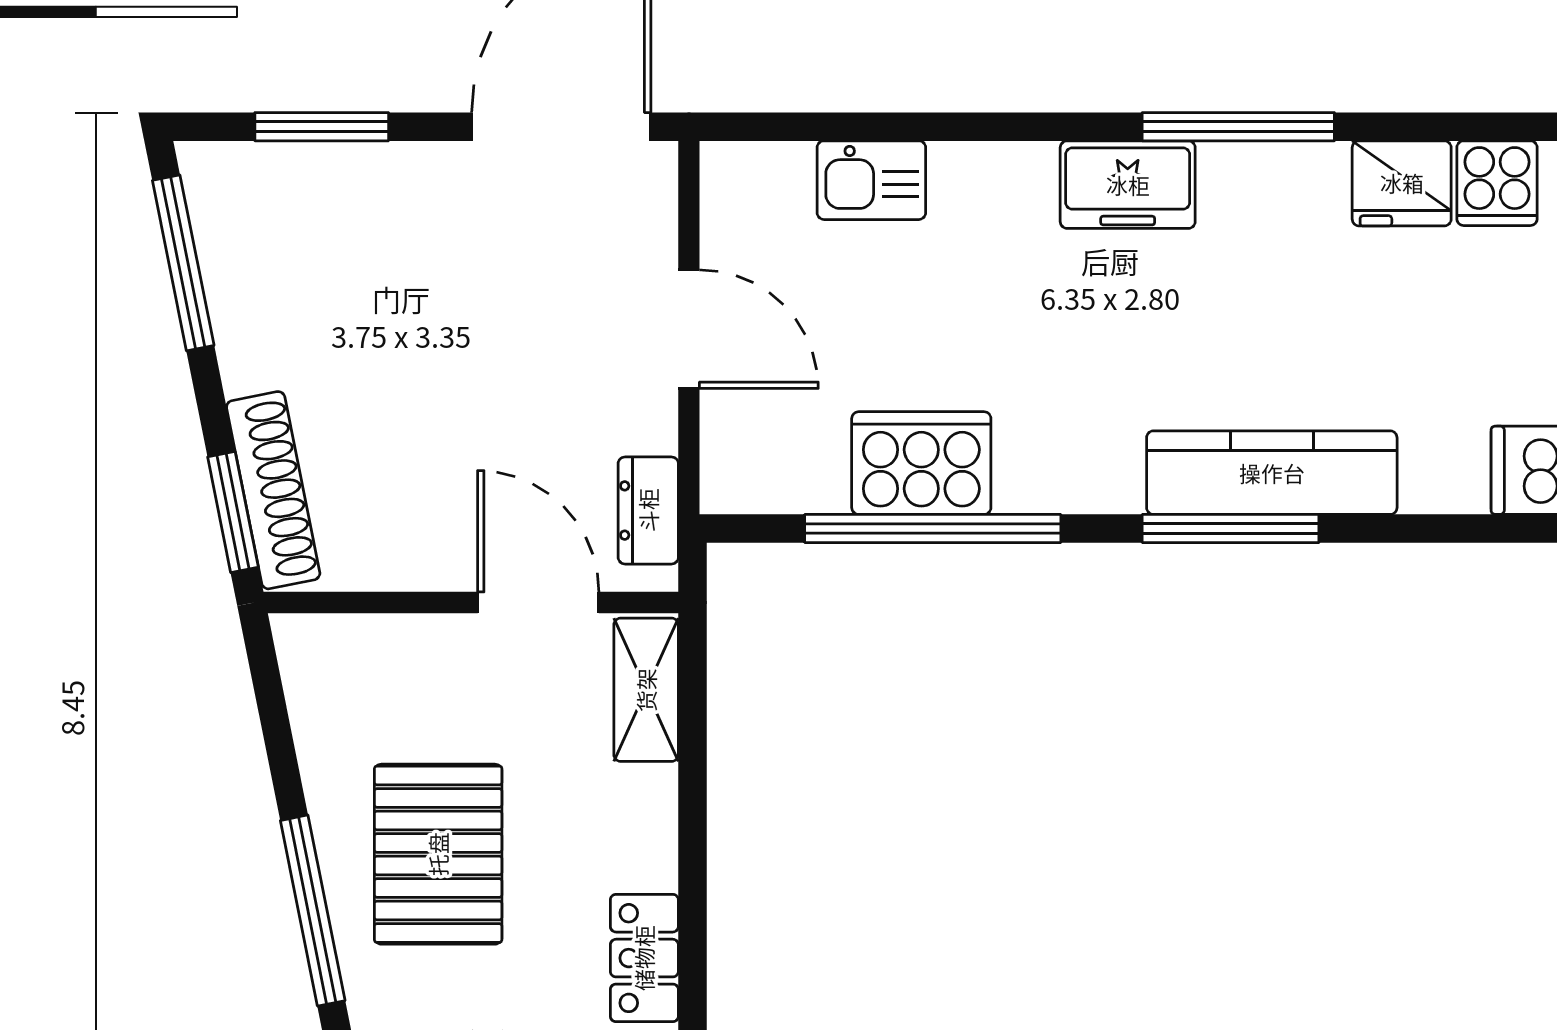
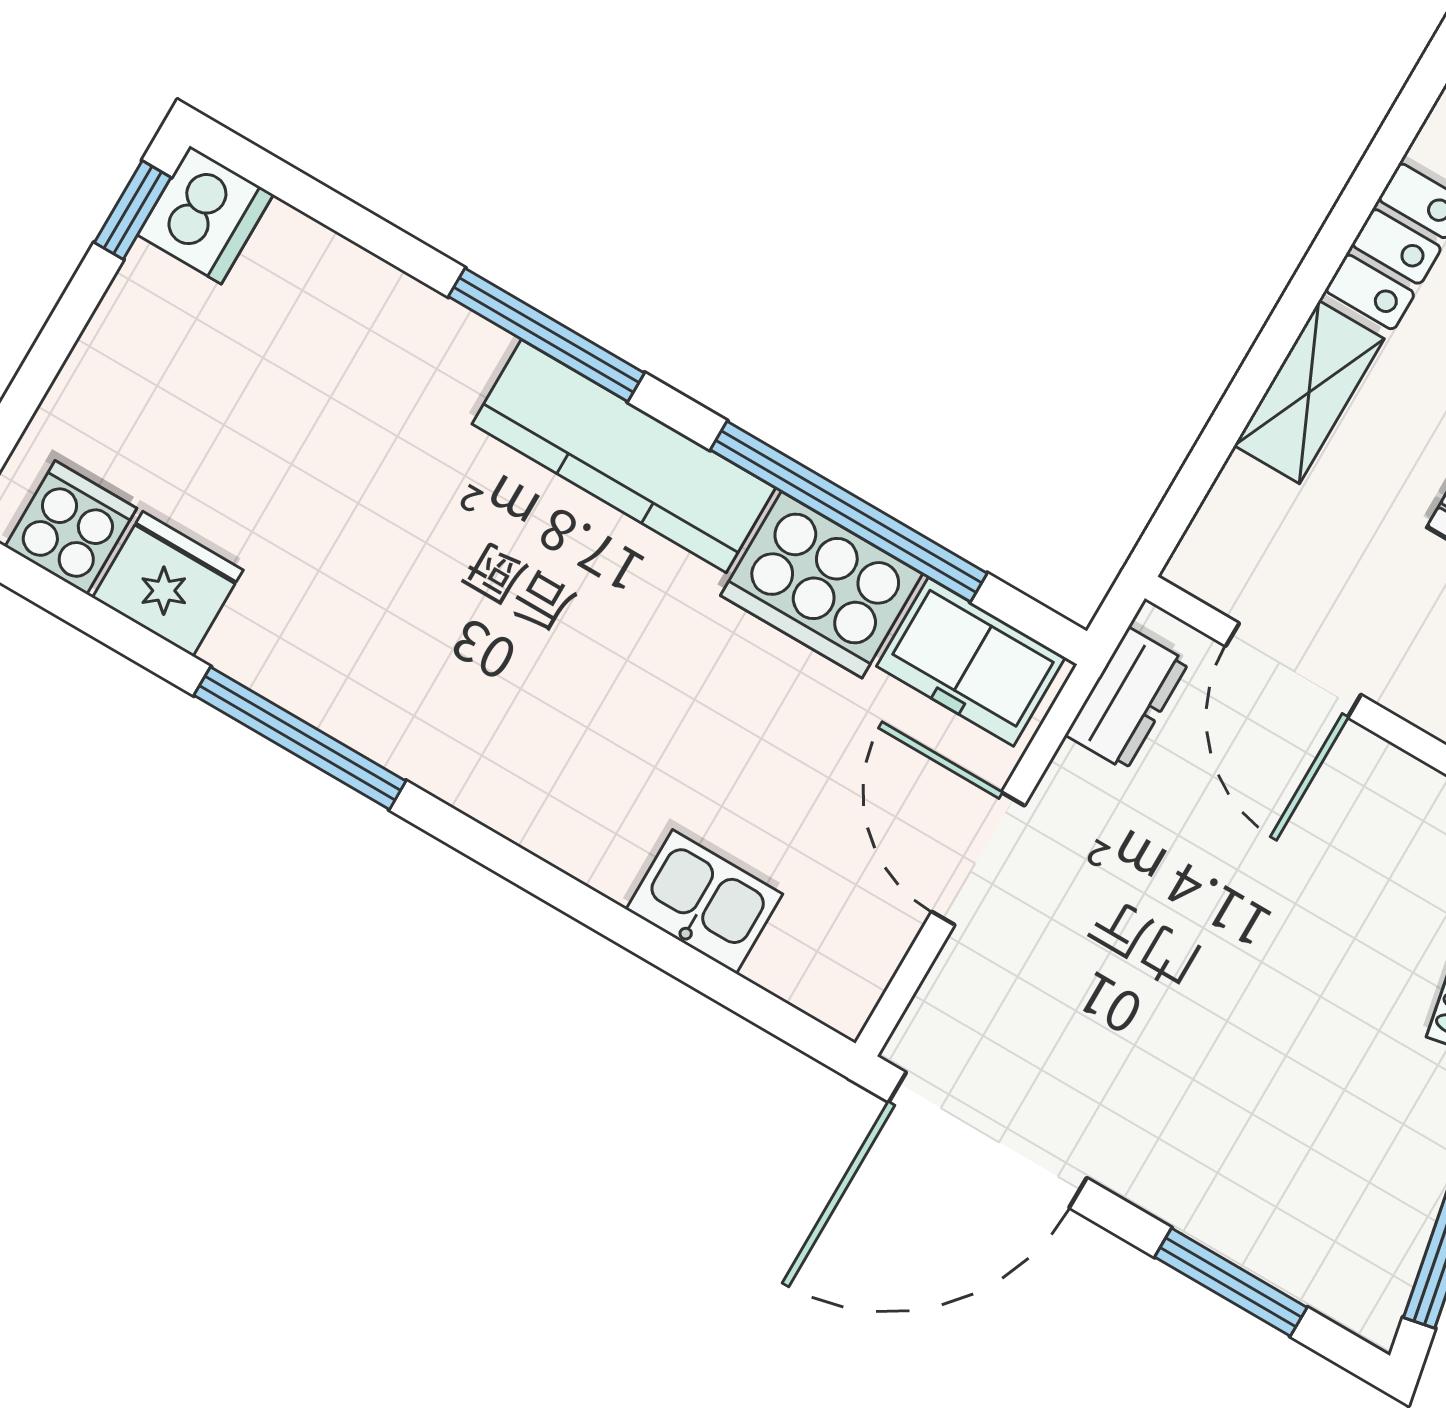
freezer: (1128, 185) -> (971, 662), moved, turned 180
kitchen counter: (1272, 473) -> (624, 456), moved
shelving: (646, 690) -> (1309, 392), moved

